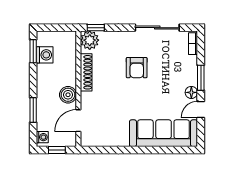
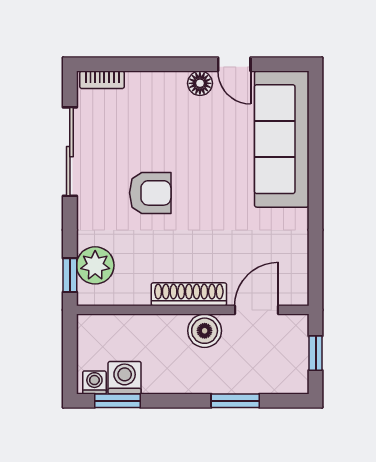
plant: (90, 40) -> (95, 265), moved
shoe rack: (86, 72) -> (189, 294), moved
window: (201, 78) -> (171, 64), removed
door: (78, 121) -> (256, 310), swing flipped
washing machine: (42, 137) -> (94, 382), moved

